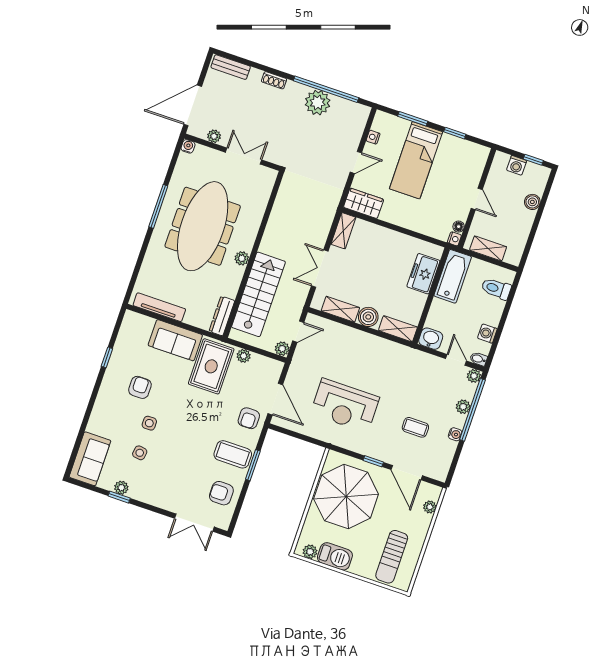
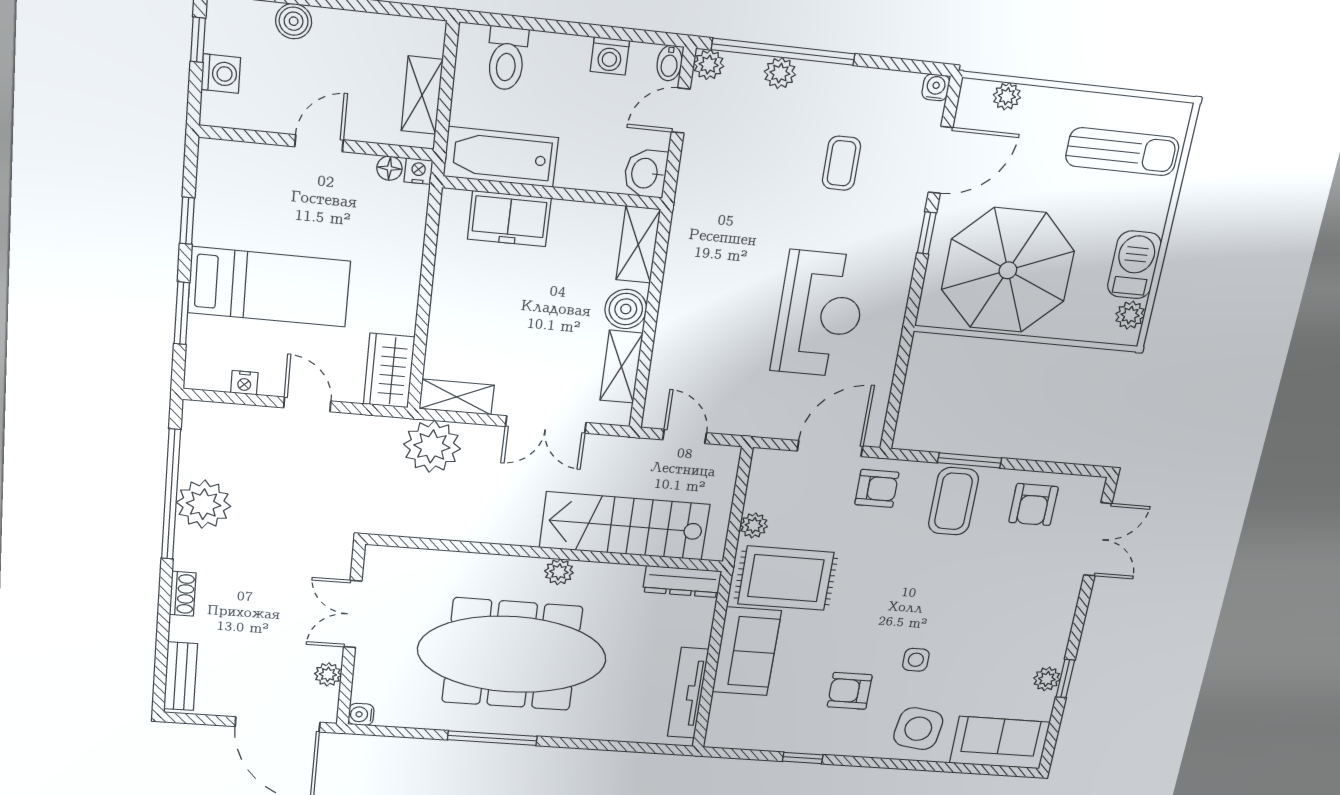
plant: (282, 349) -> (432, 446), moved, width x1.87, depth x1.87
water cooler: (455, 434) -> (936, 87), moved
side table: (140, 453) -> (918, 729), moved, width x1.87, depth x1.87

